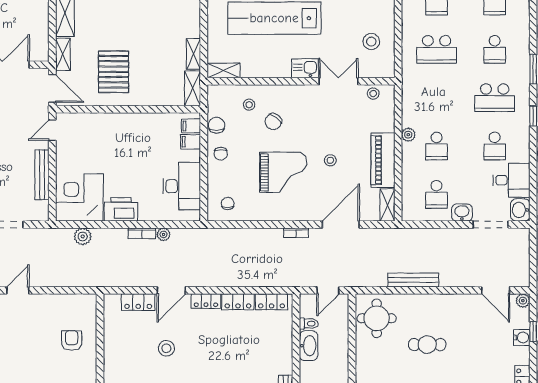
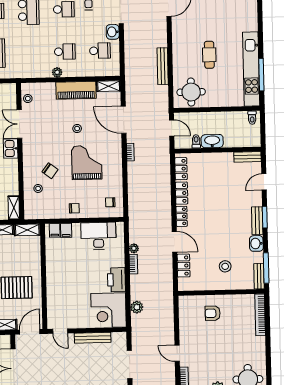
chair: (216, 125) -> (54, 212), removed
stool: (166, 348) -> (225, 266), moved

